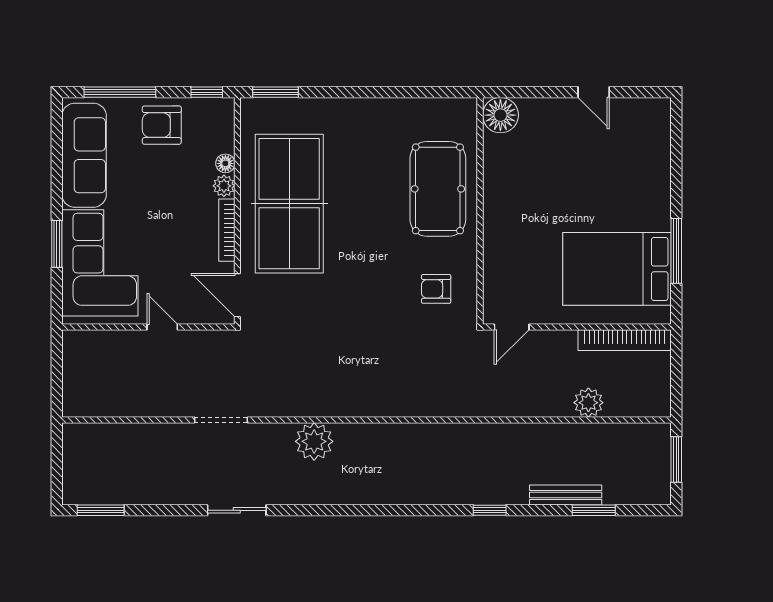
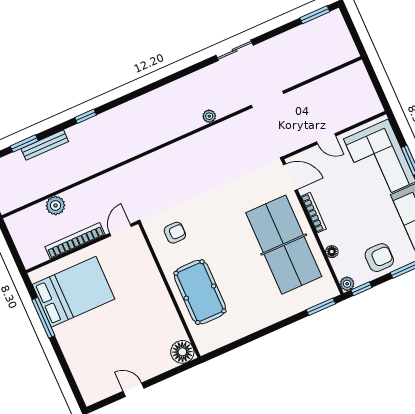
plant: (224, 186) -> (347, 284), moved
bookcase: (625, 340) -> (75, 241), moved
plant: (314, 441) -> (209, 116), width x0.53, depth x0.53

